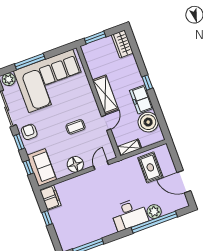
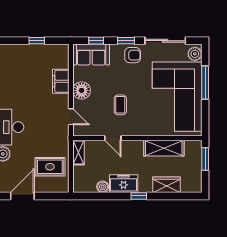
wardrobe: (122, 44) -> (167, 185), moved
shelving: (105, 95) -> (164, 148), moved
boiler: (148, 122) -> (103, 187), width x0.54, depth x0.54
filing cabinet: (50, 198) -> (61, 81), moved, turned 90

